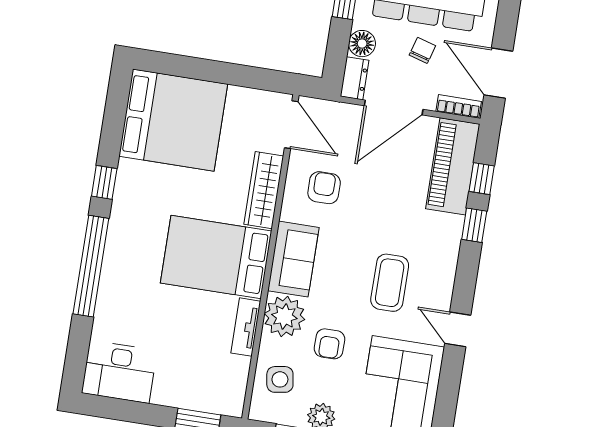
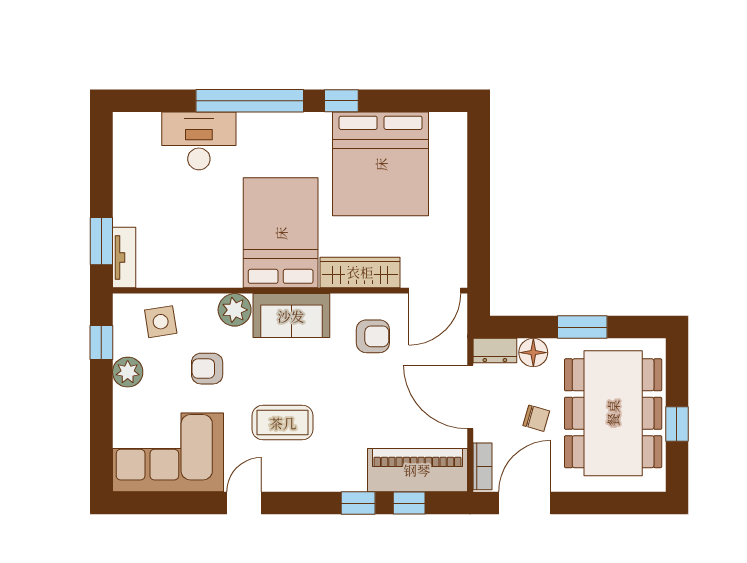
bed: (173, 120) -> (381, 164), moved
plant: (284, 316) -> (235, 310), width x0.73, depth x0.73
tv unit: (246, 327) -> (124, 258), moved, turned 90
desk: (119, 372) -> (199, 141), moved, turned 90

